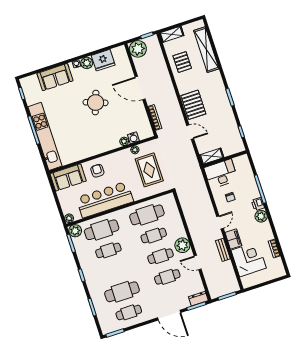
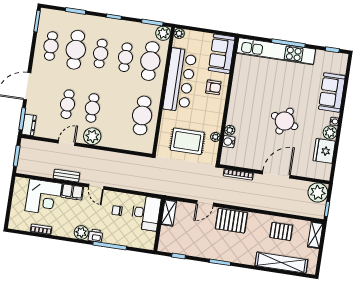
cafe table: (154, 236) -> (101, 54), moved

